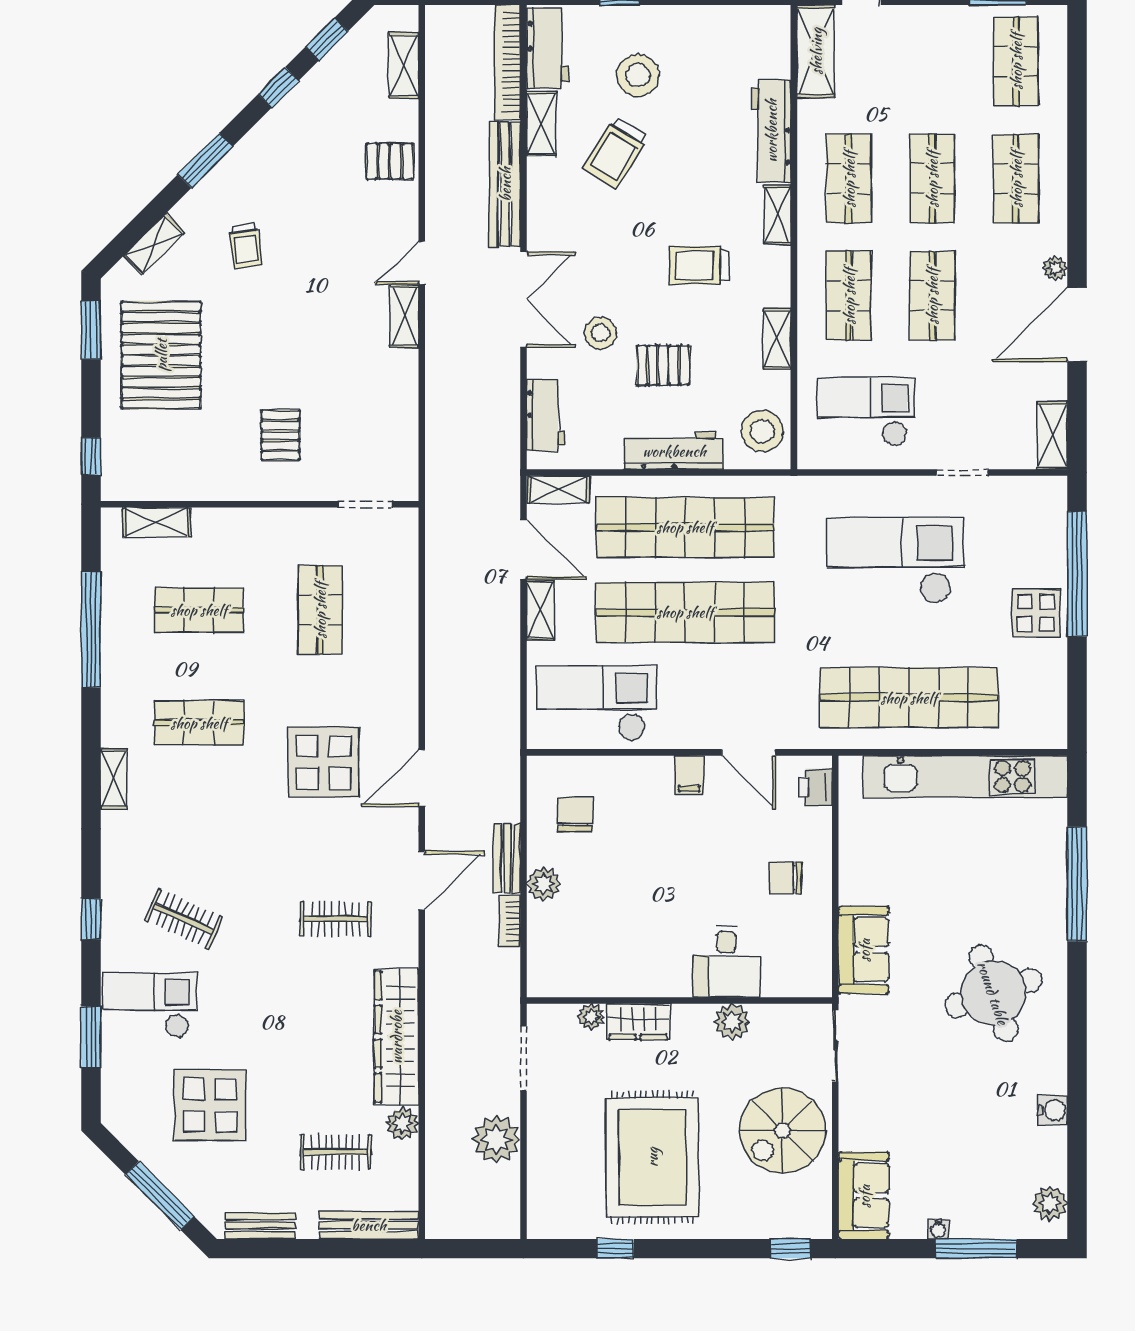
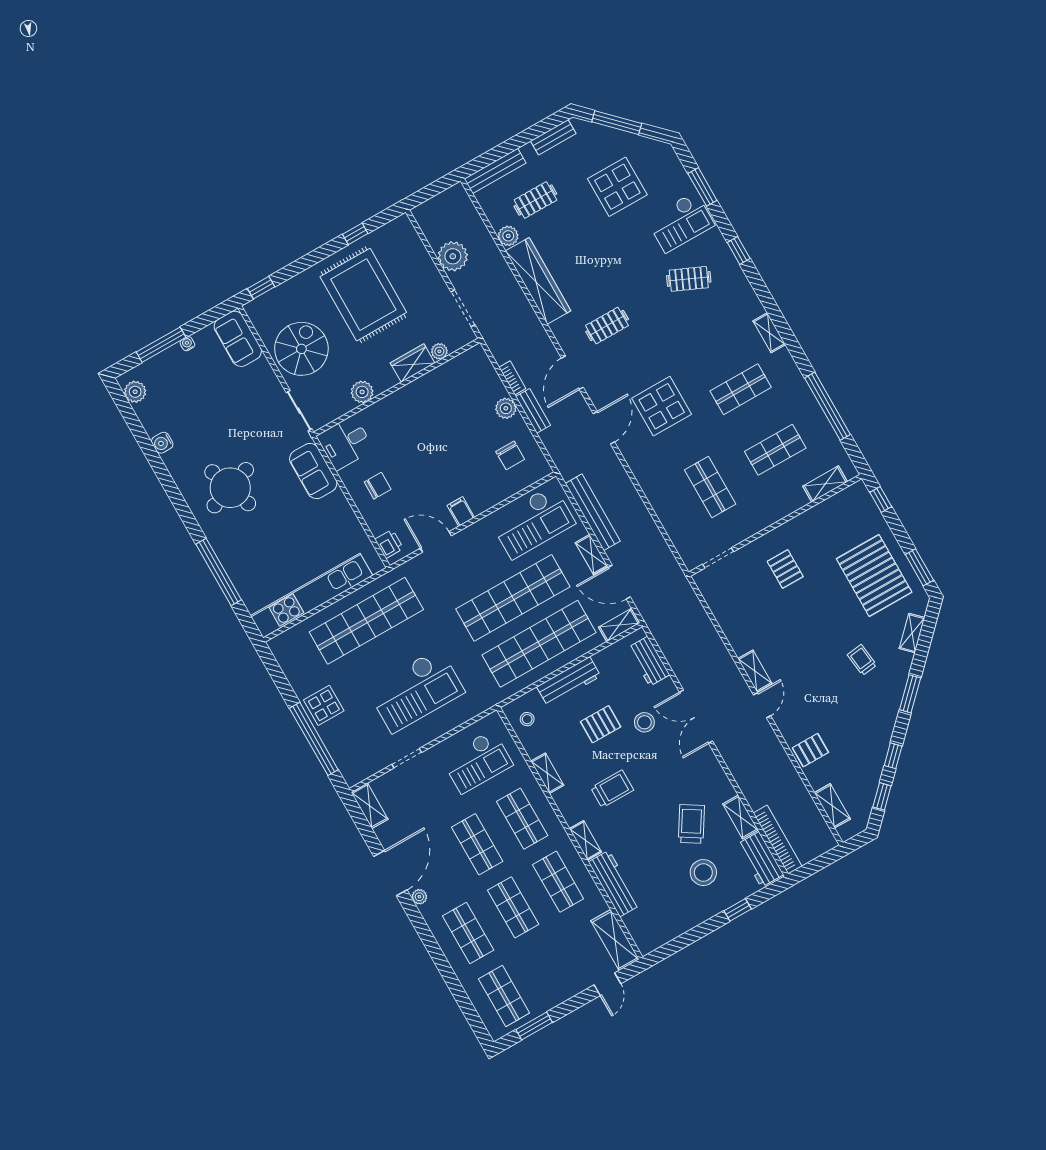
bench: (505, 184) -> (593, 512), moved
stool: (762, 431) -> (527, 719), width x0.53, depth x0.53
desk: (726, 961) -> (345, 443), moved, turned -90

